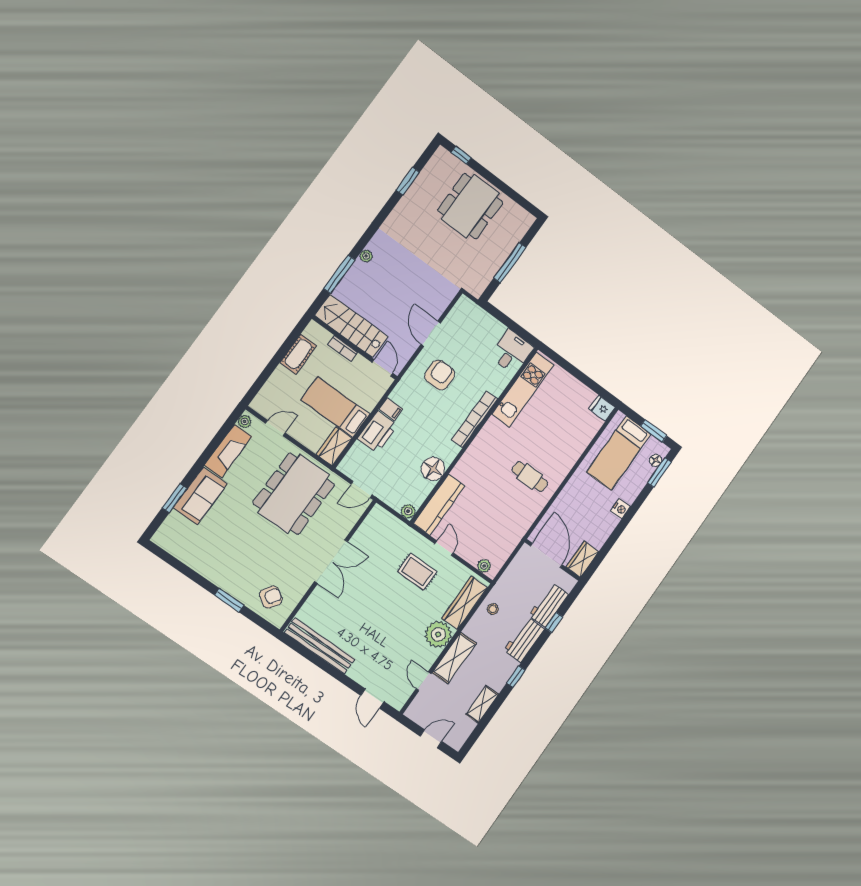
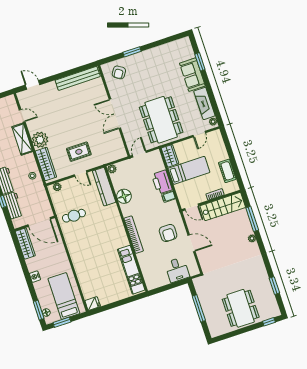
desk: (512, 352) -> (177, 270), moved
cafe table: (530, 477) -> (74, 216), moved
wardrobe: (582, 559) -> (25, 244), width x1.50

